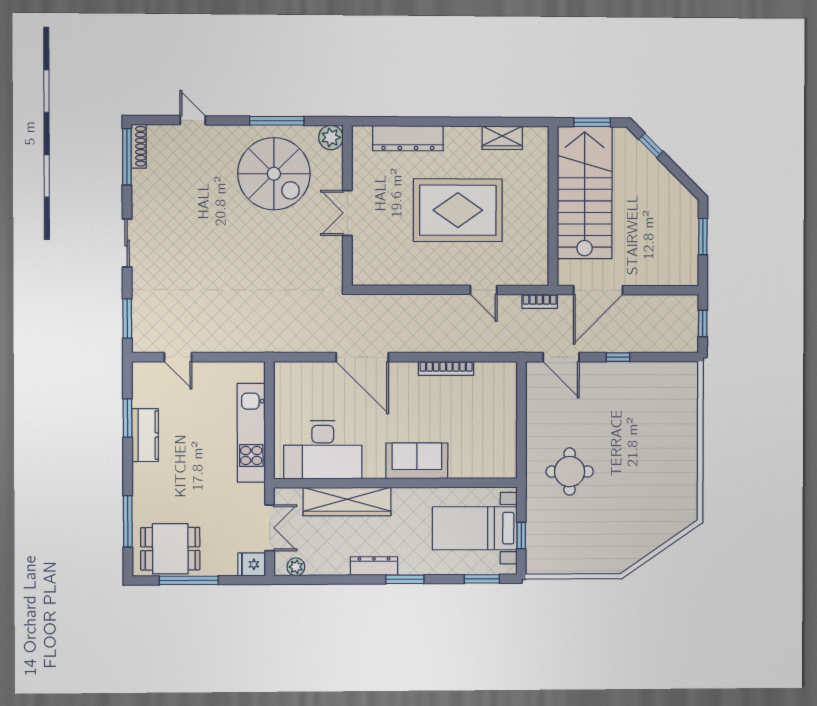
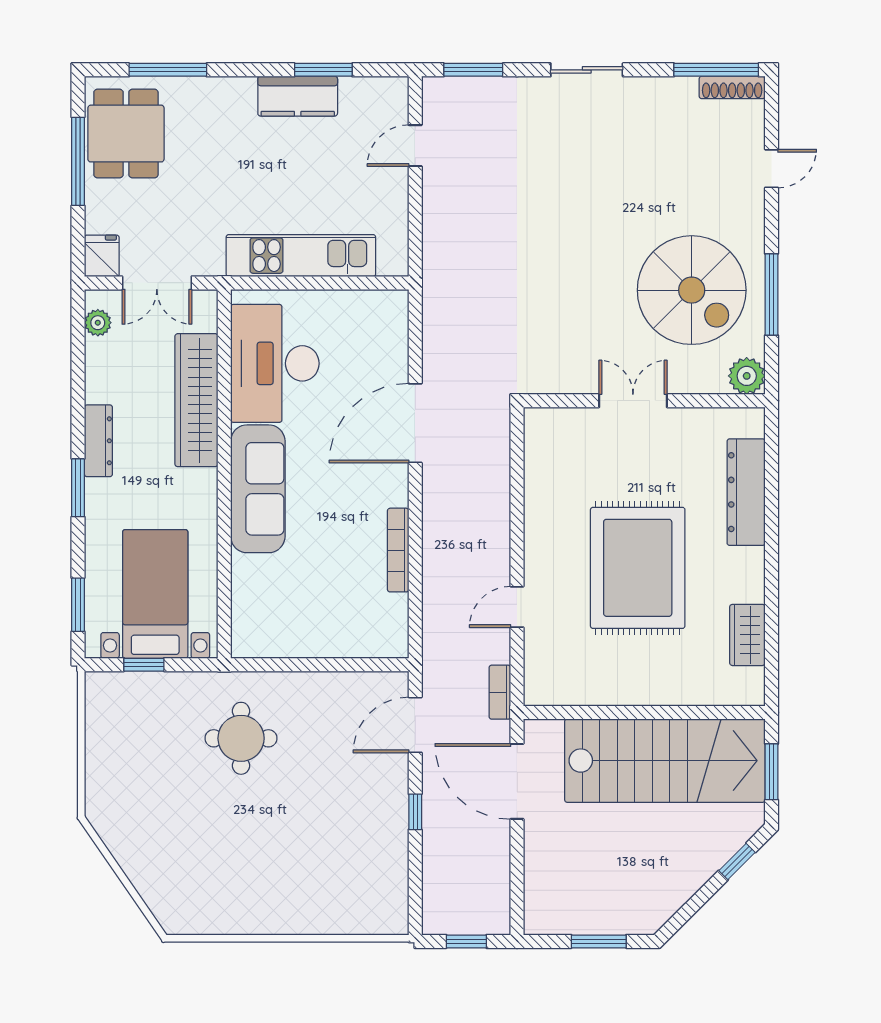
spiral stairs: (274, 174) -> (692, 290), turned -90
sofa: (417, 461) -> (258, 489), width x1.36

